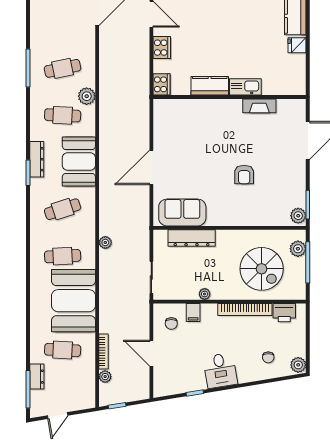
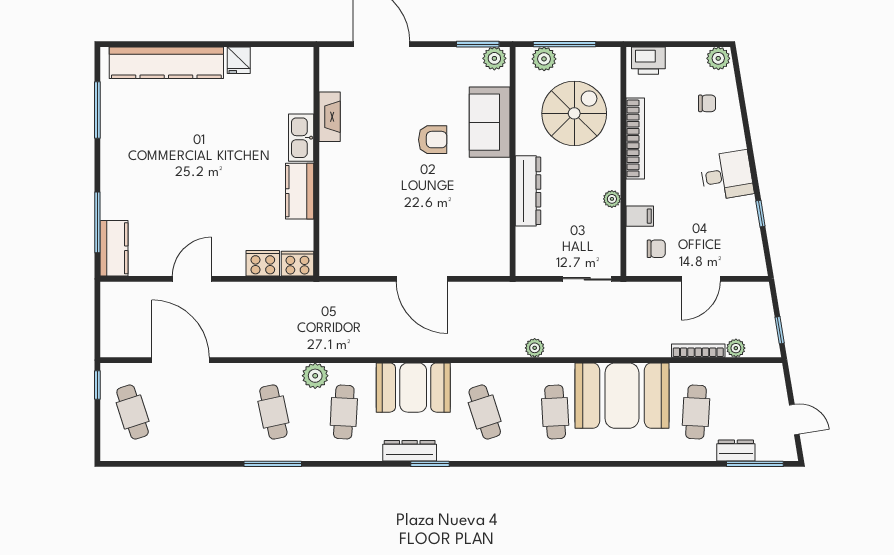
cooker: (162, 48) -> (263, 263), moved
sofa: (182, 212) -> (490, 122), moved
dresser: (192, 238) -> (528, 191), moved
printer: (284, 313) -> (648, 61), moved, turned 90

